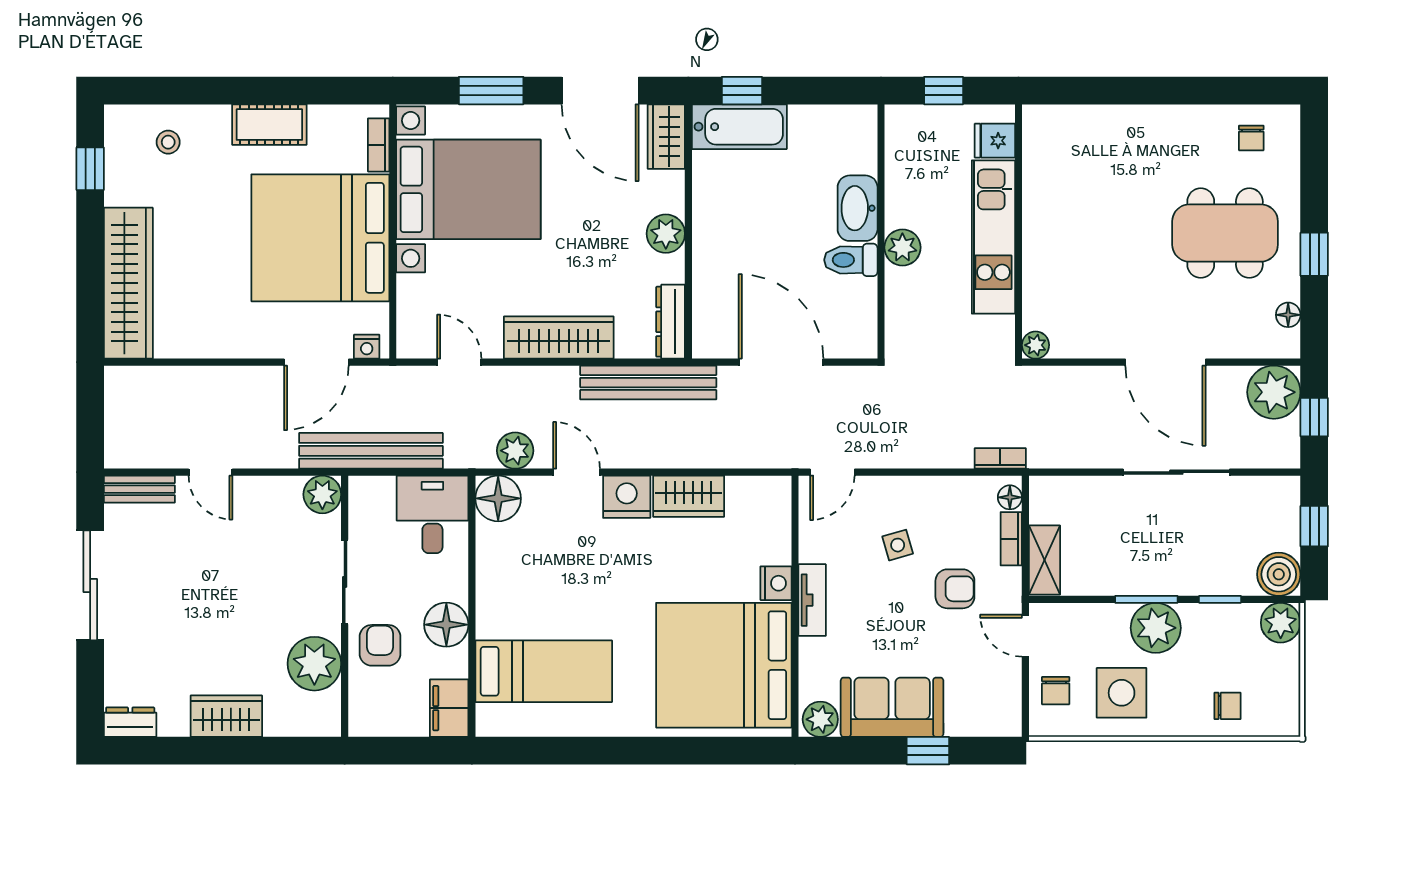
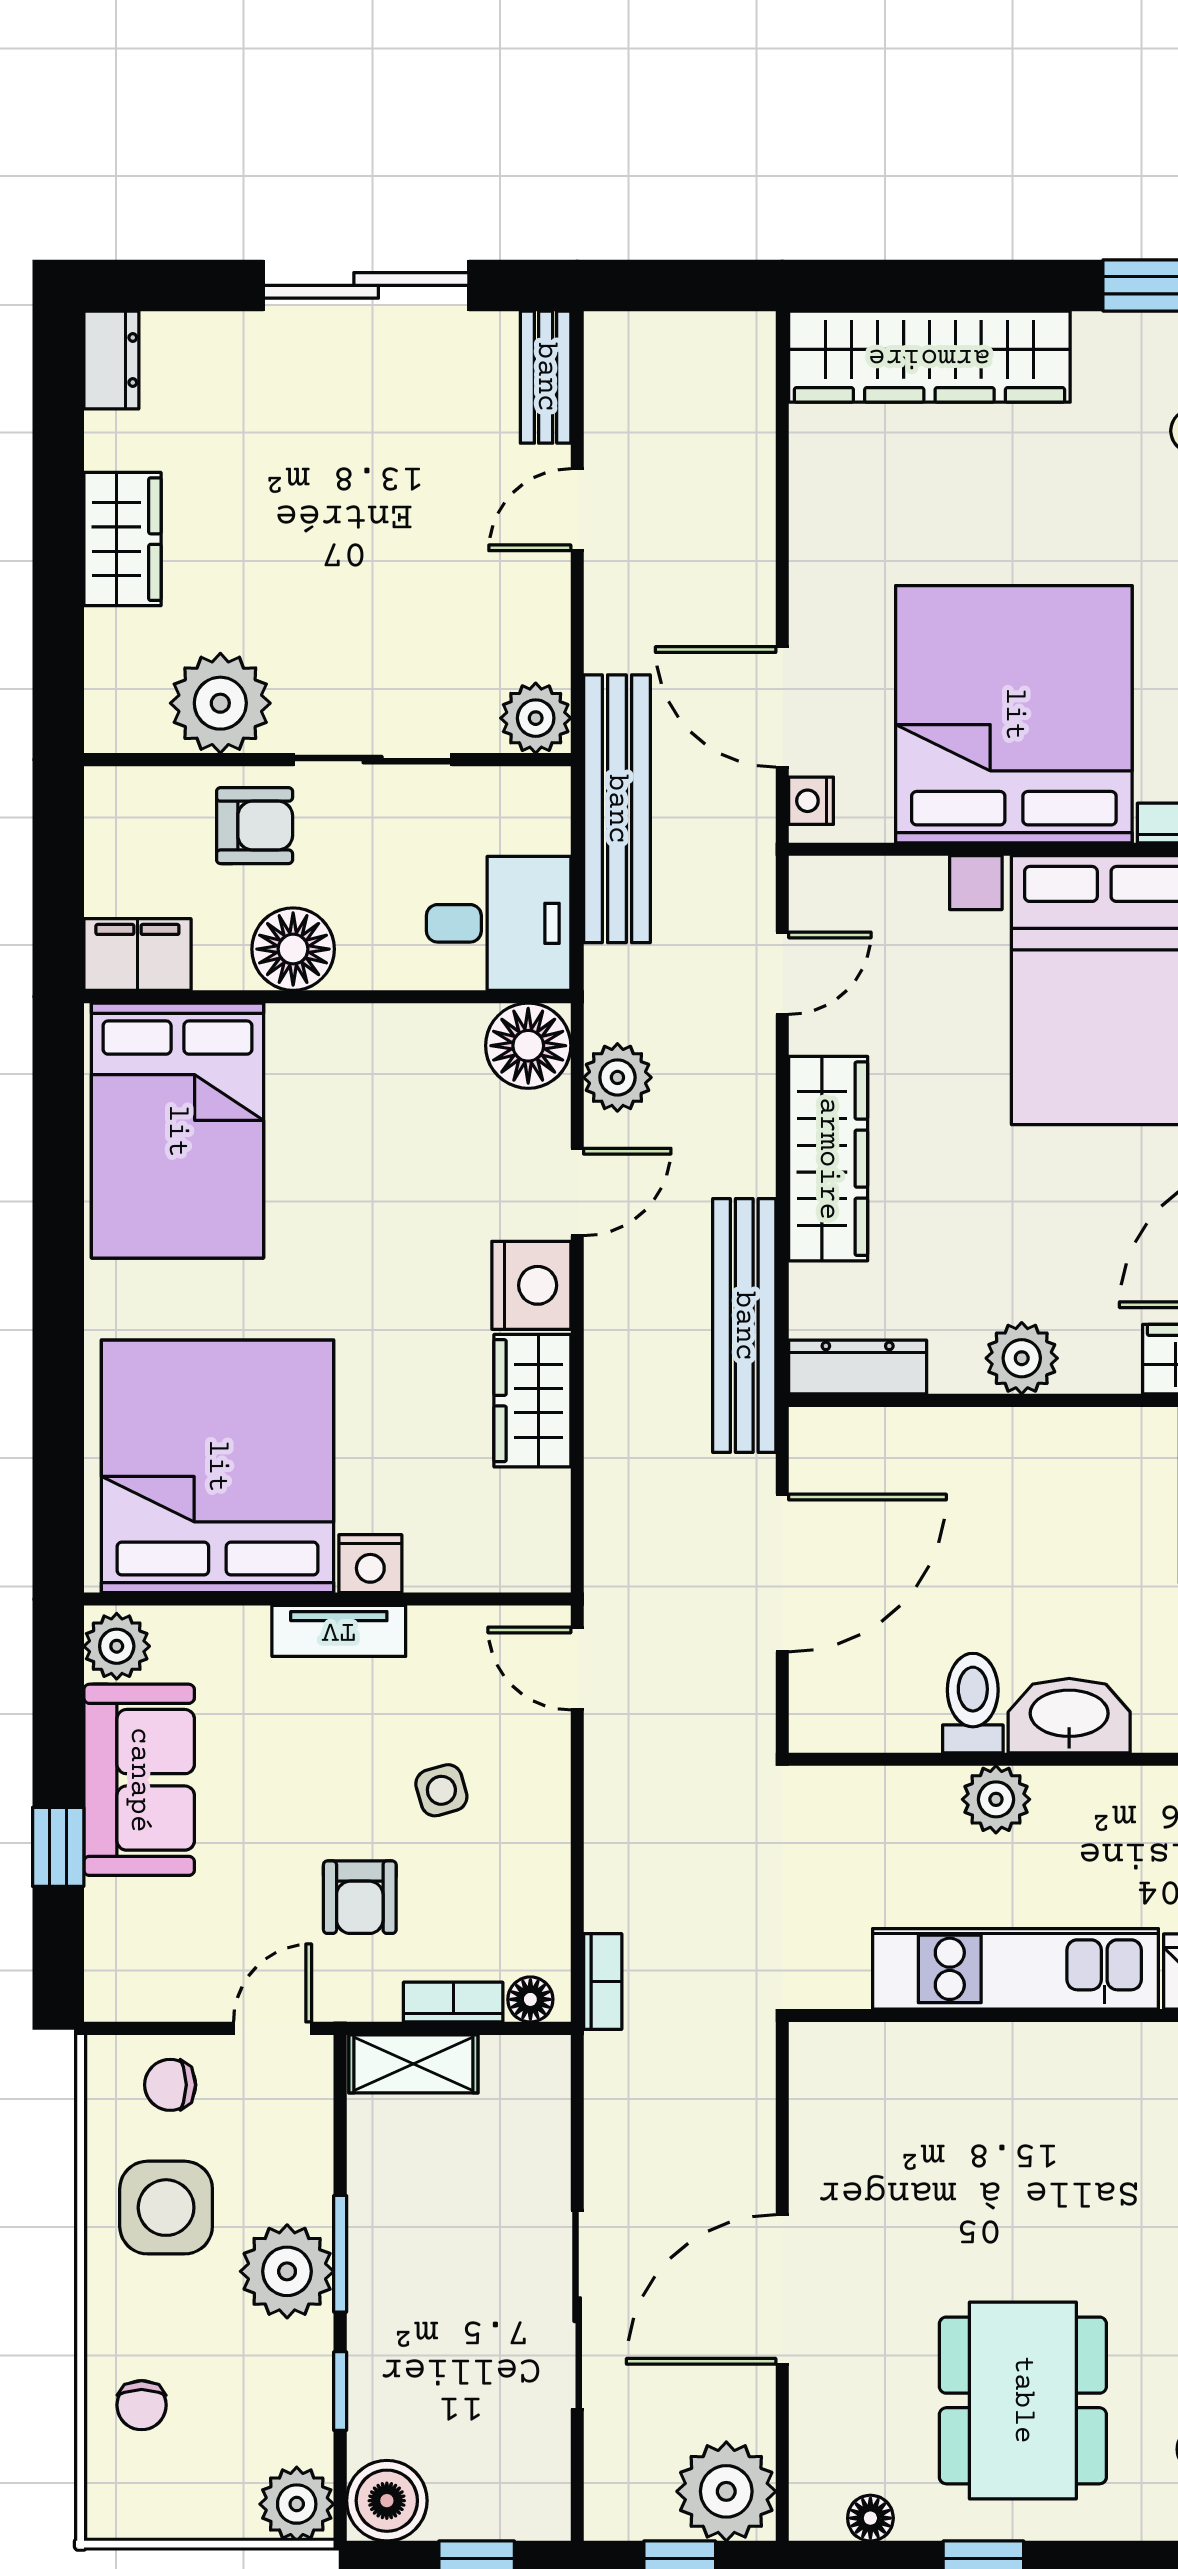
plant: (1036, 345) -> (814, 2047), removed
bed: (544, 671) -> (177, 1131), width x1.50

